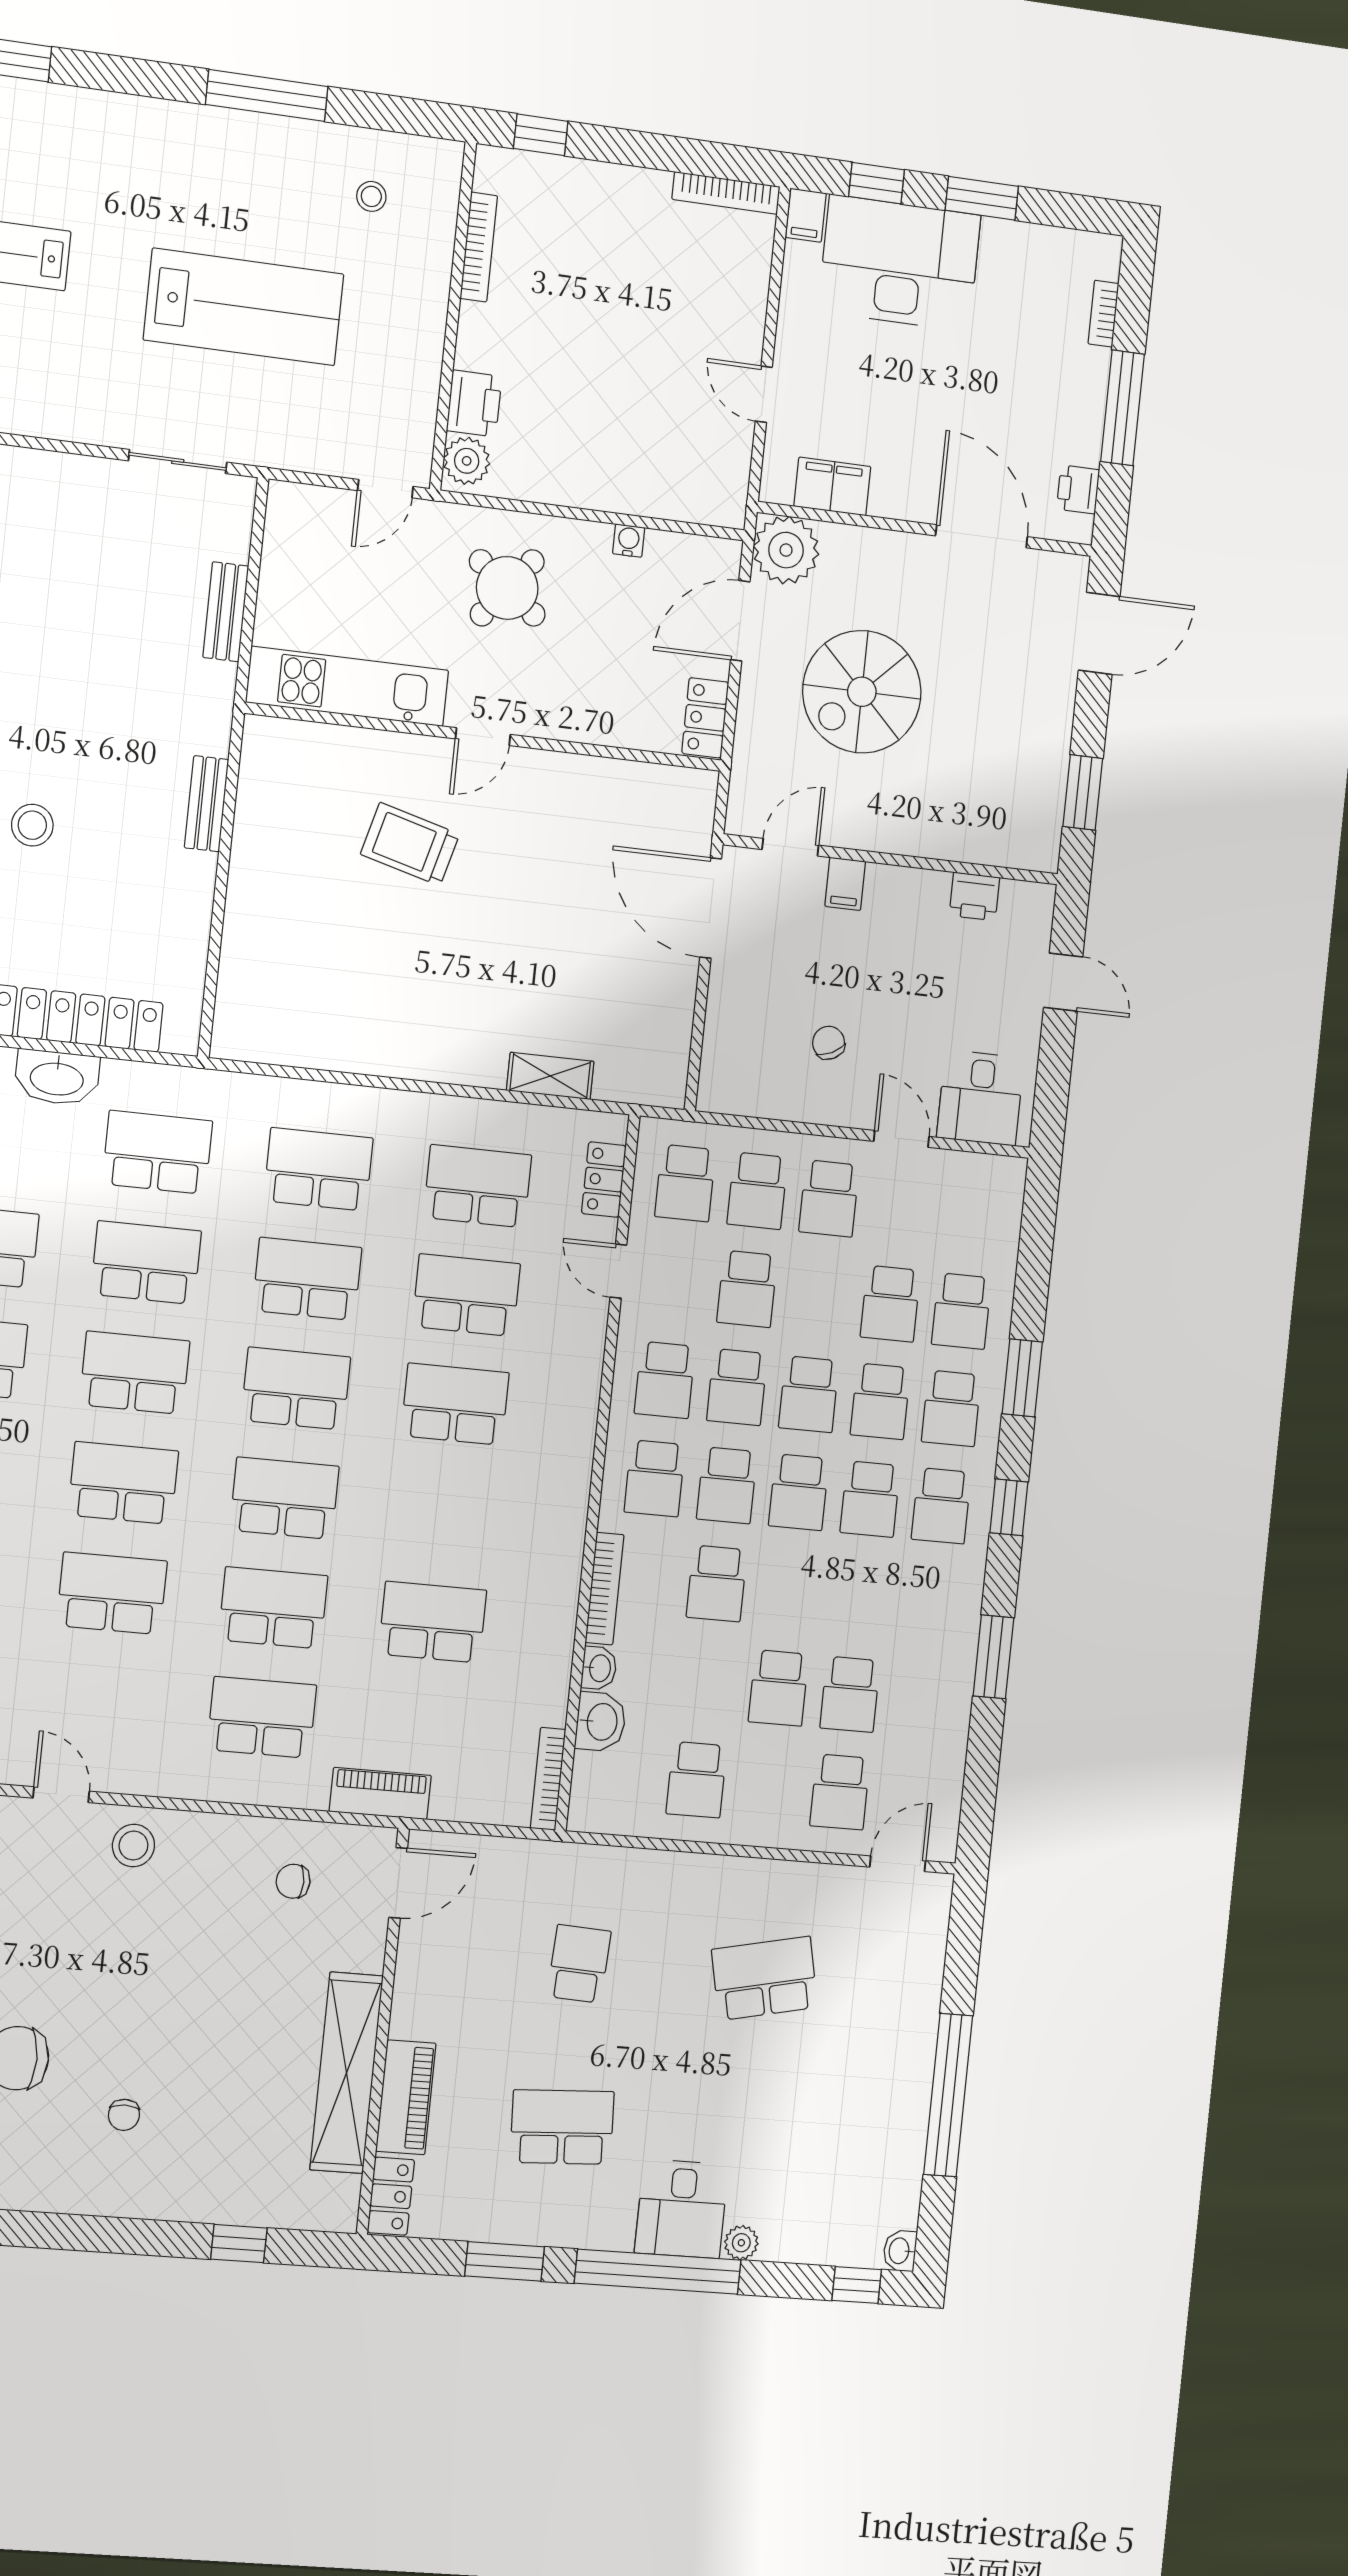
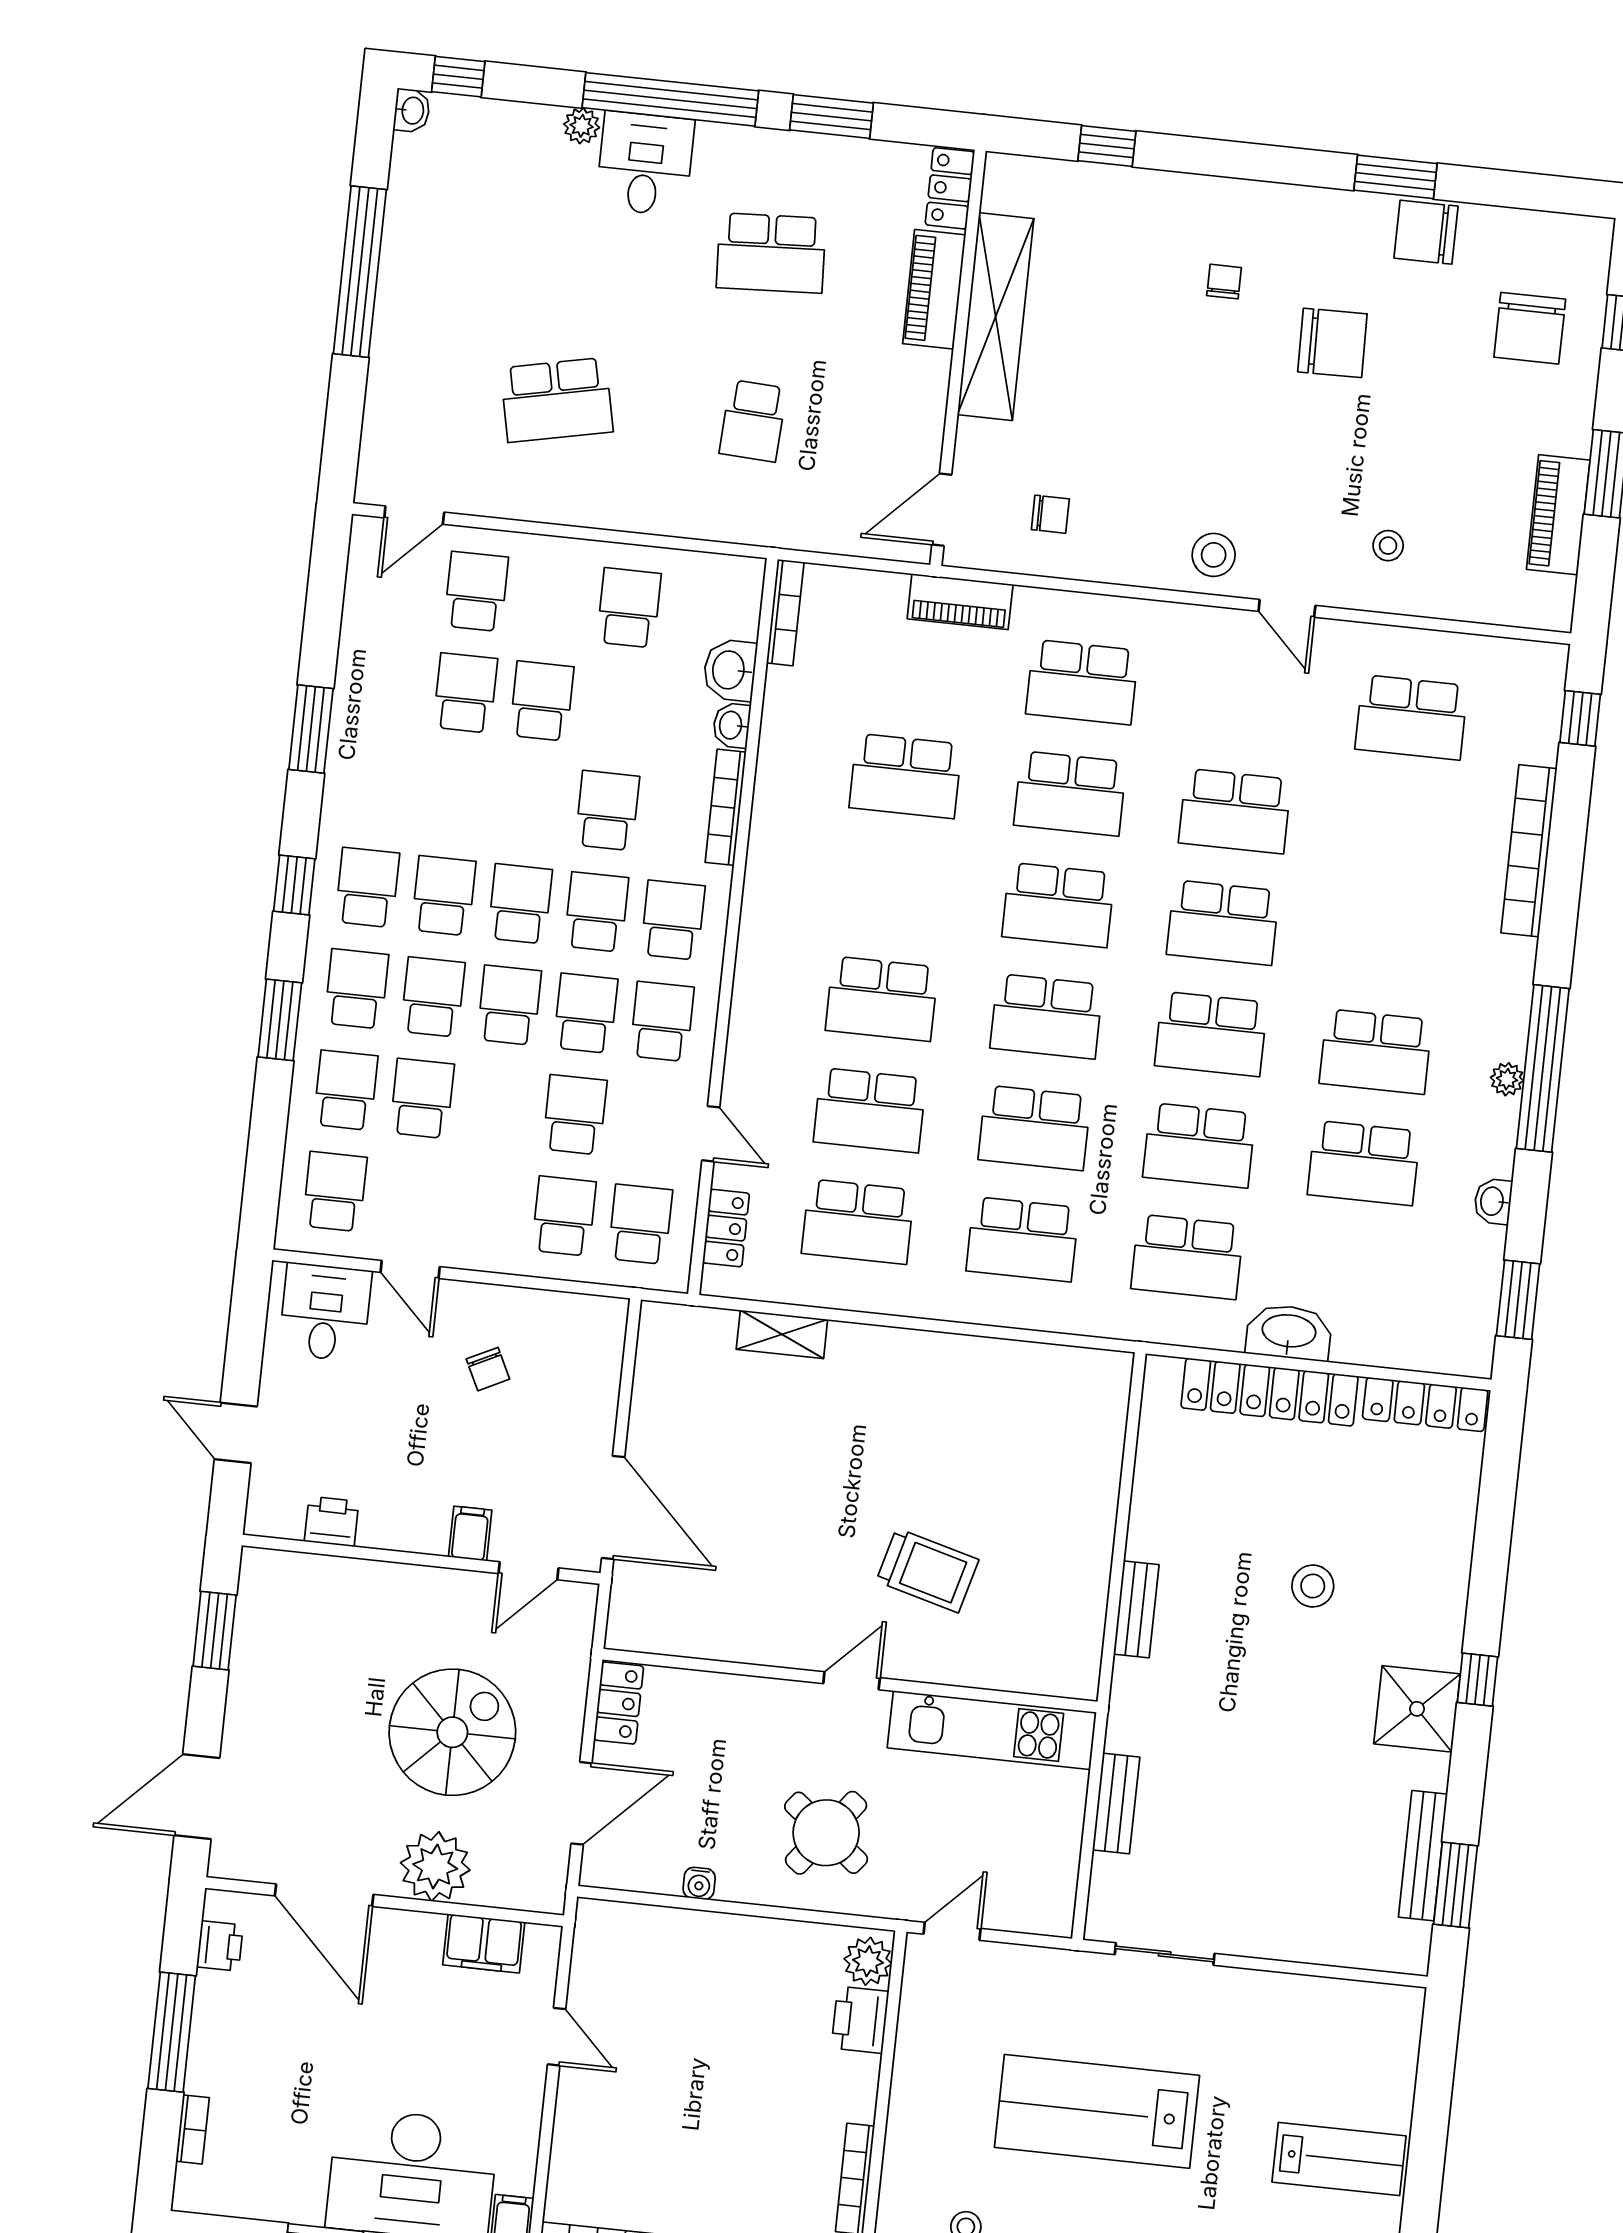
plant: (786, 550) -> (435, 1866), moved
school desk: (829, 1198) -> (335, 1192), moved

